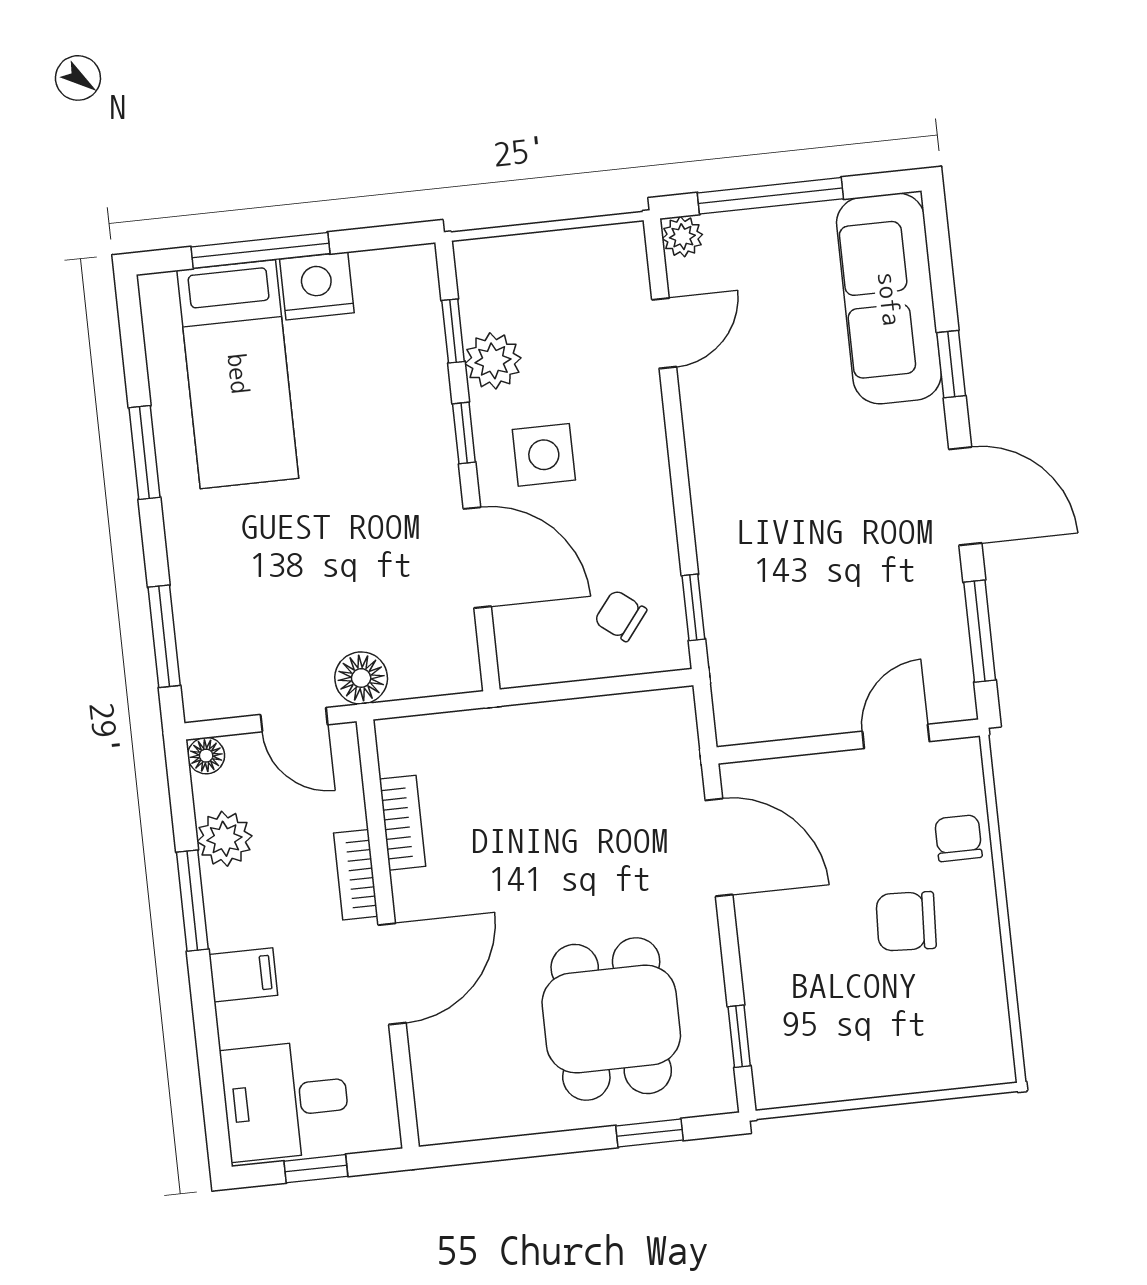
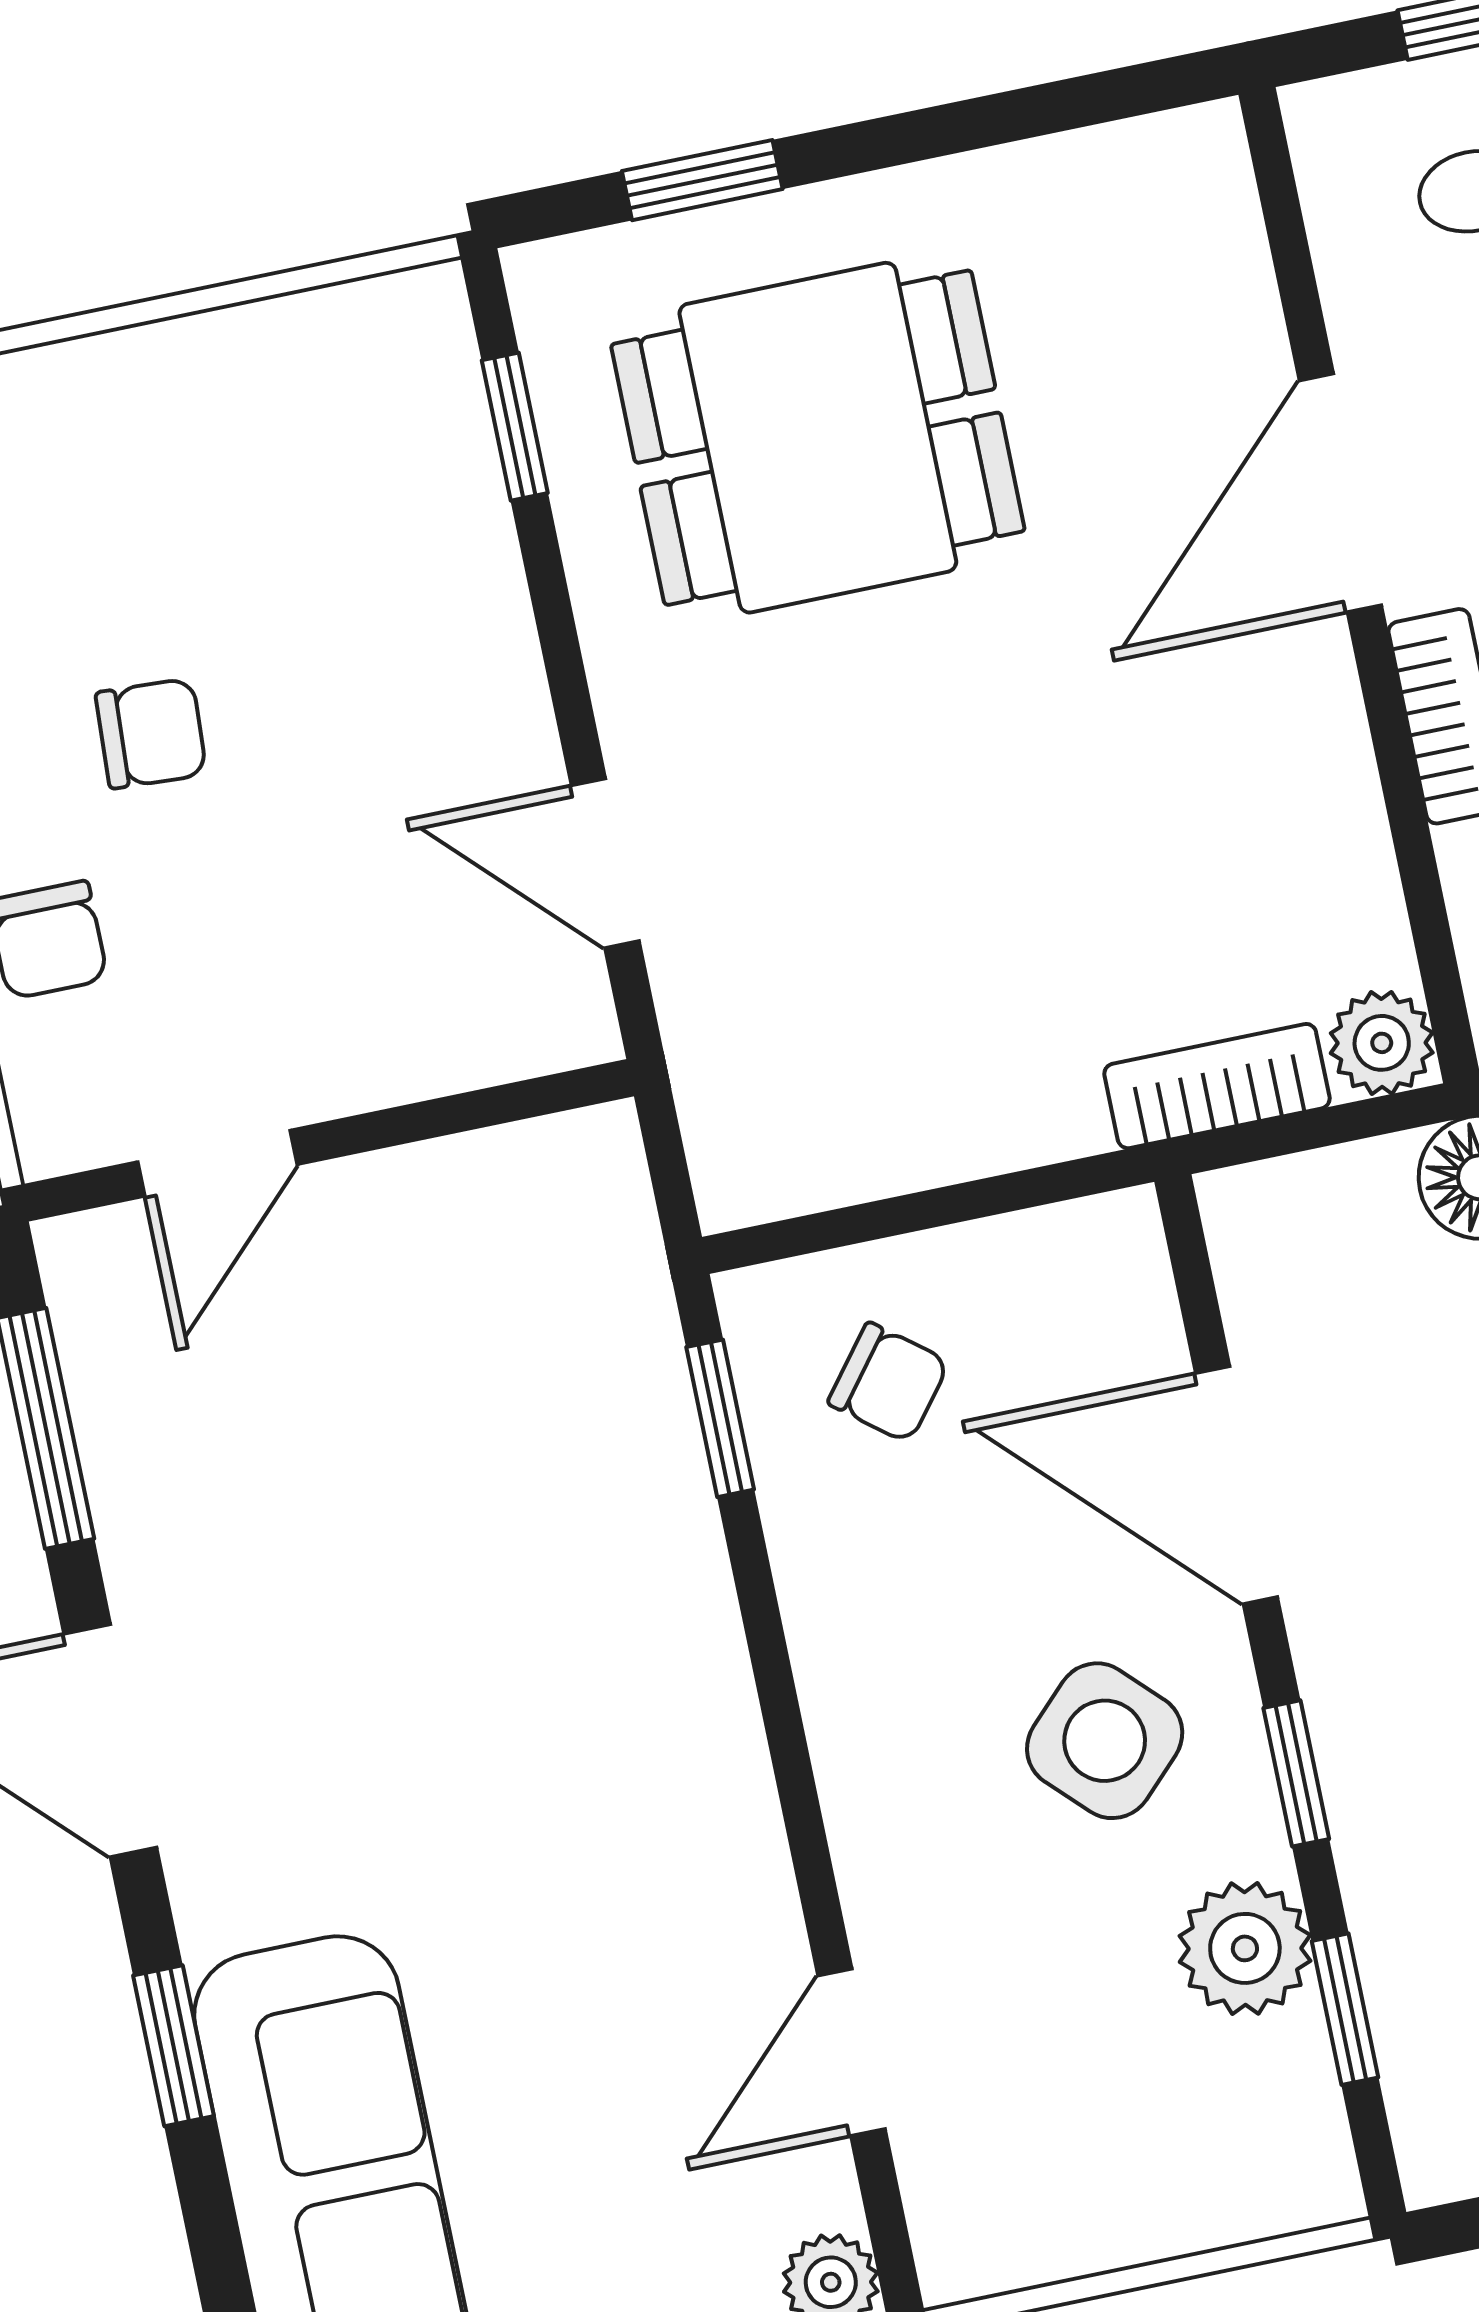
side table: (544, 455) -> (1105, 1741), turned 45
plant: (397, 739) -> (1382, 1043), added
bookcase: (403, 823) -> (1217, 1086), moved, turned 90
door: (719, 847) -> (605, 863), width x0.73
chair: (906, 921) -> (151, 734), width x0.73, depth x0.73
dining table: (611, 1019) -> (818, 438), turned 90

